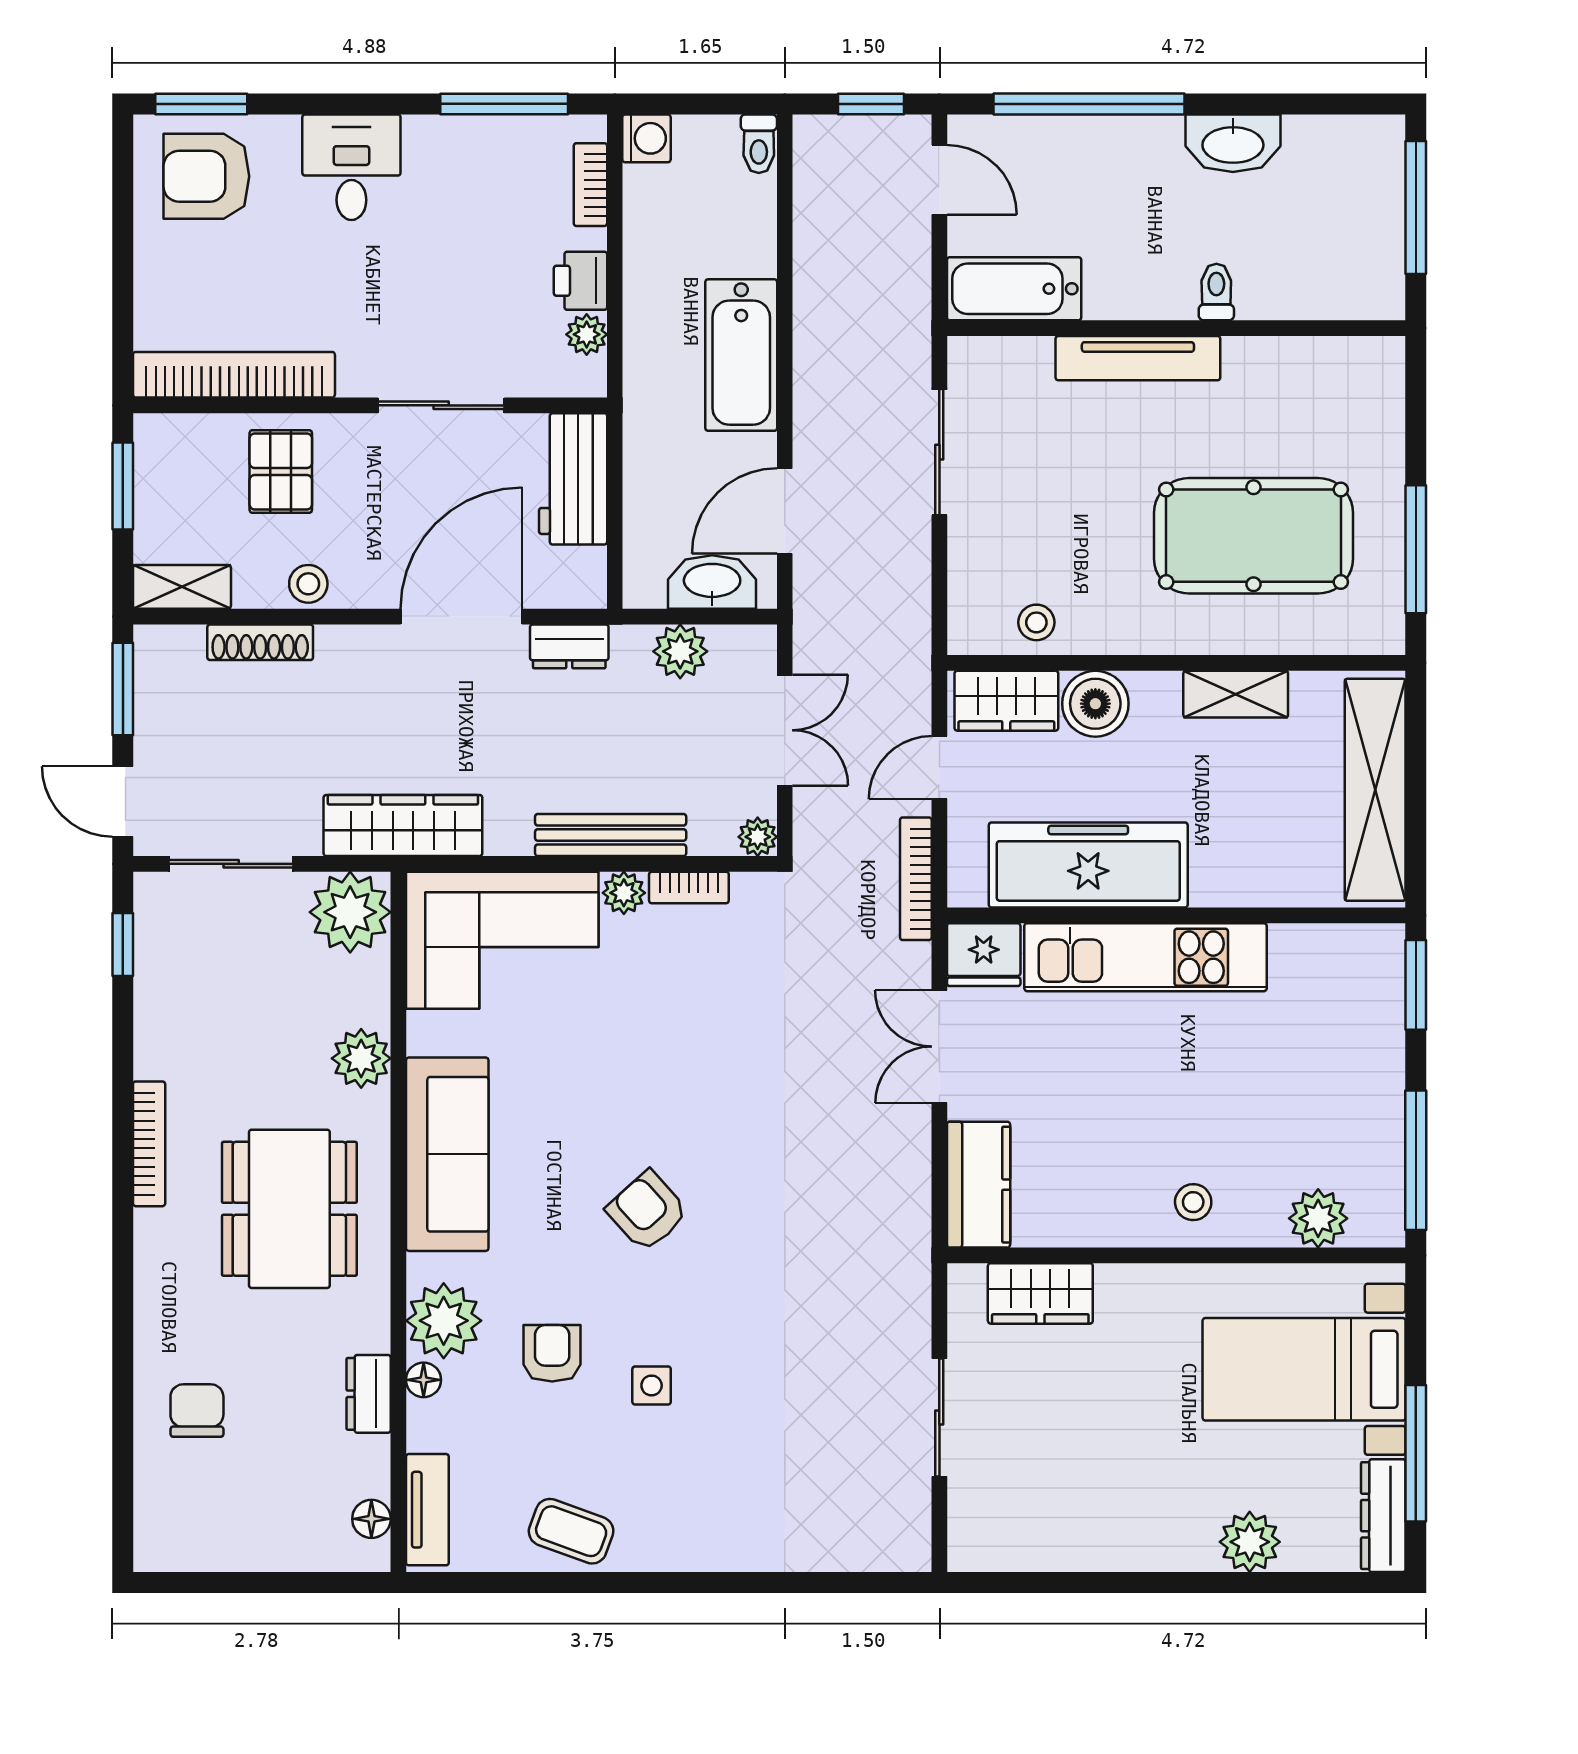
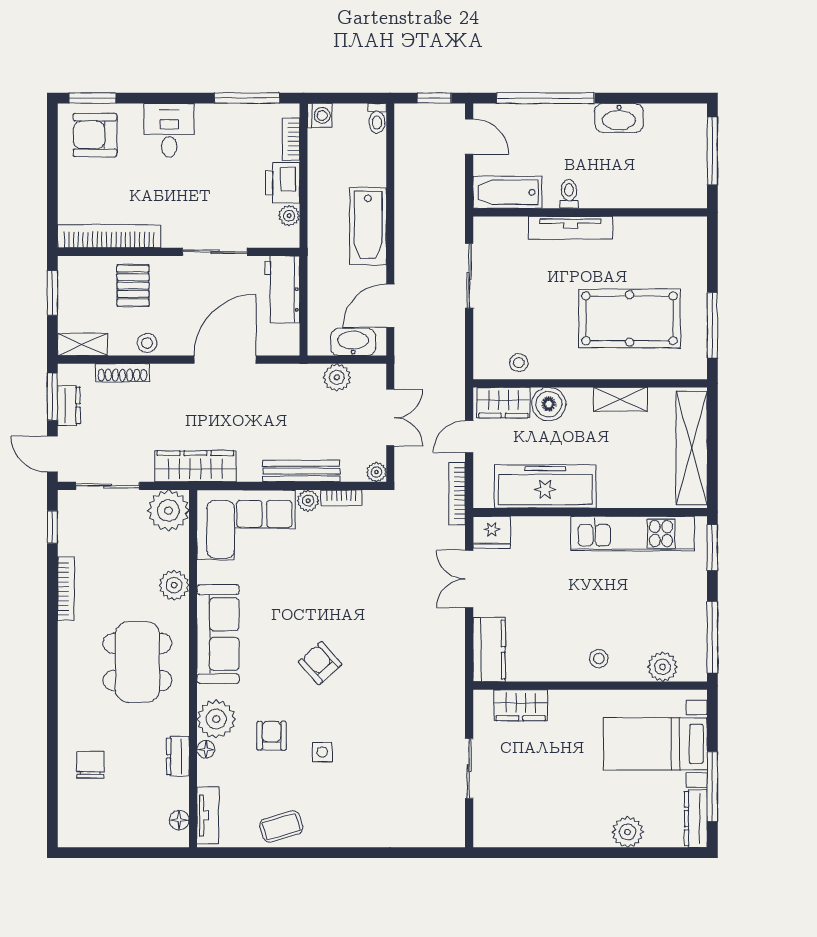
printer: (580, 281) -> (283, 183), width x1.36, depth x1.24
toilet: (1216, 292) -> (569, 194), moved
dresser: (569, 646) -> (69, 405), moved, turned -90
kitchen unit: (1146, 957) -> (633, 534), moved
bookcase: (149, 1144) -> (66, 589), moved
coffee table: (571, 1531) -> (281, 826), turned -36

